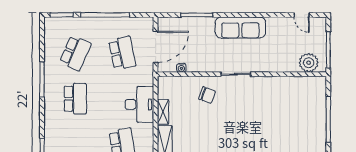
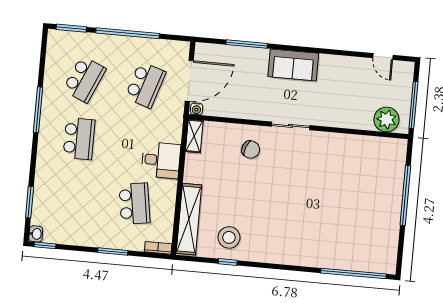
sofa: (240, 28) -> (293, 65), width x0.73
school desk: (122, 53) -> (145, 85), turned 30
water cooler: (181, 68) -> (196, 109), moved
desk: (139, 104) -> (161, 160), width x0.73
shelving: (163, 112) -> (194, 136), moved

